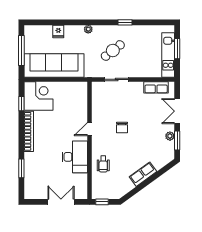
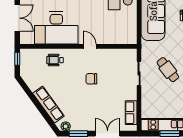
plant: (170, 136) -> (66, 126), moved
desk: (75, 157) -> (56, 28), width x1.36, depth x1.30
row of seats: (143, 174) -> (48, 105), width x1.48

